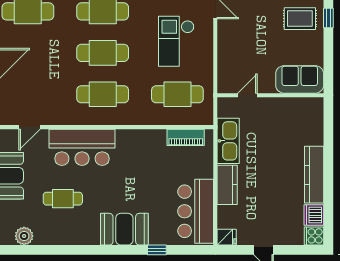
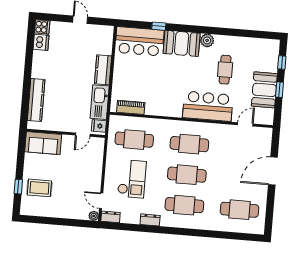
kitchen counter: (314, 175) -> (36, 100), moved
cafe table: (63, 199) -> (225, 70), turned 90
bar counter: (196, 211) -> (139, 41), moved, turned 90
plant: (24, 236) -> (207, 40), moved
fridge: (227, 237) -> (99, 126), moved

